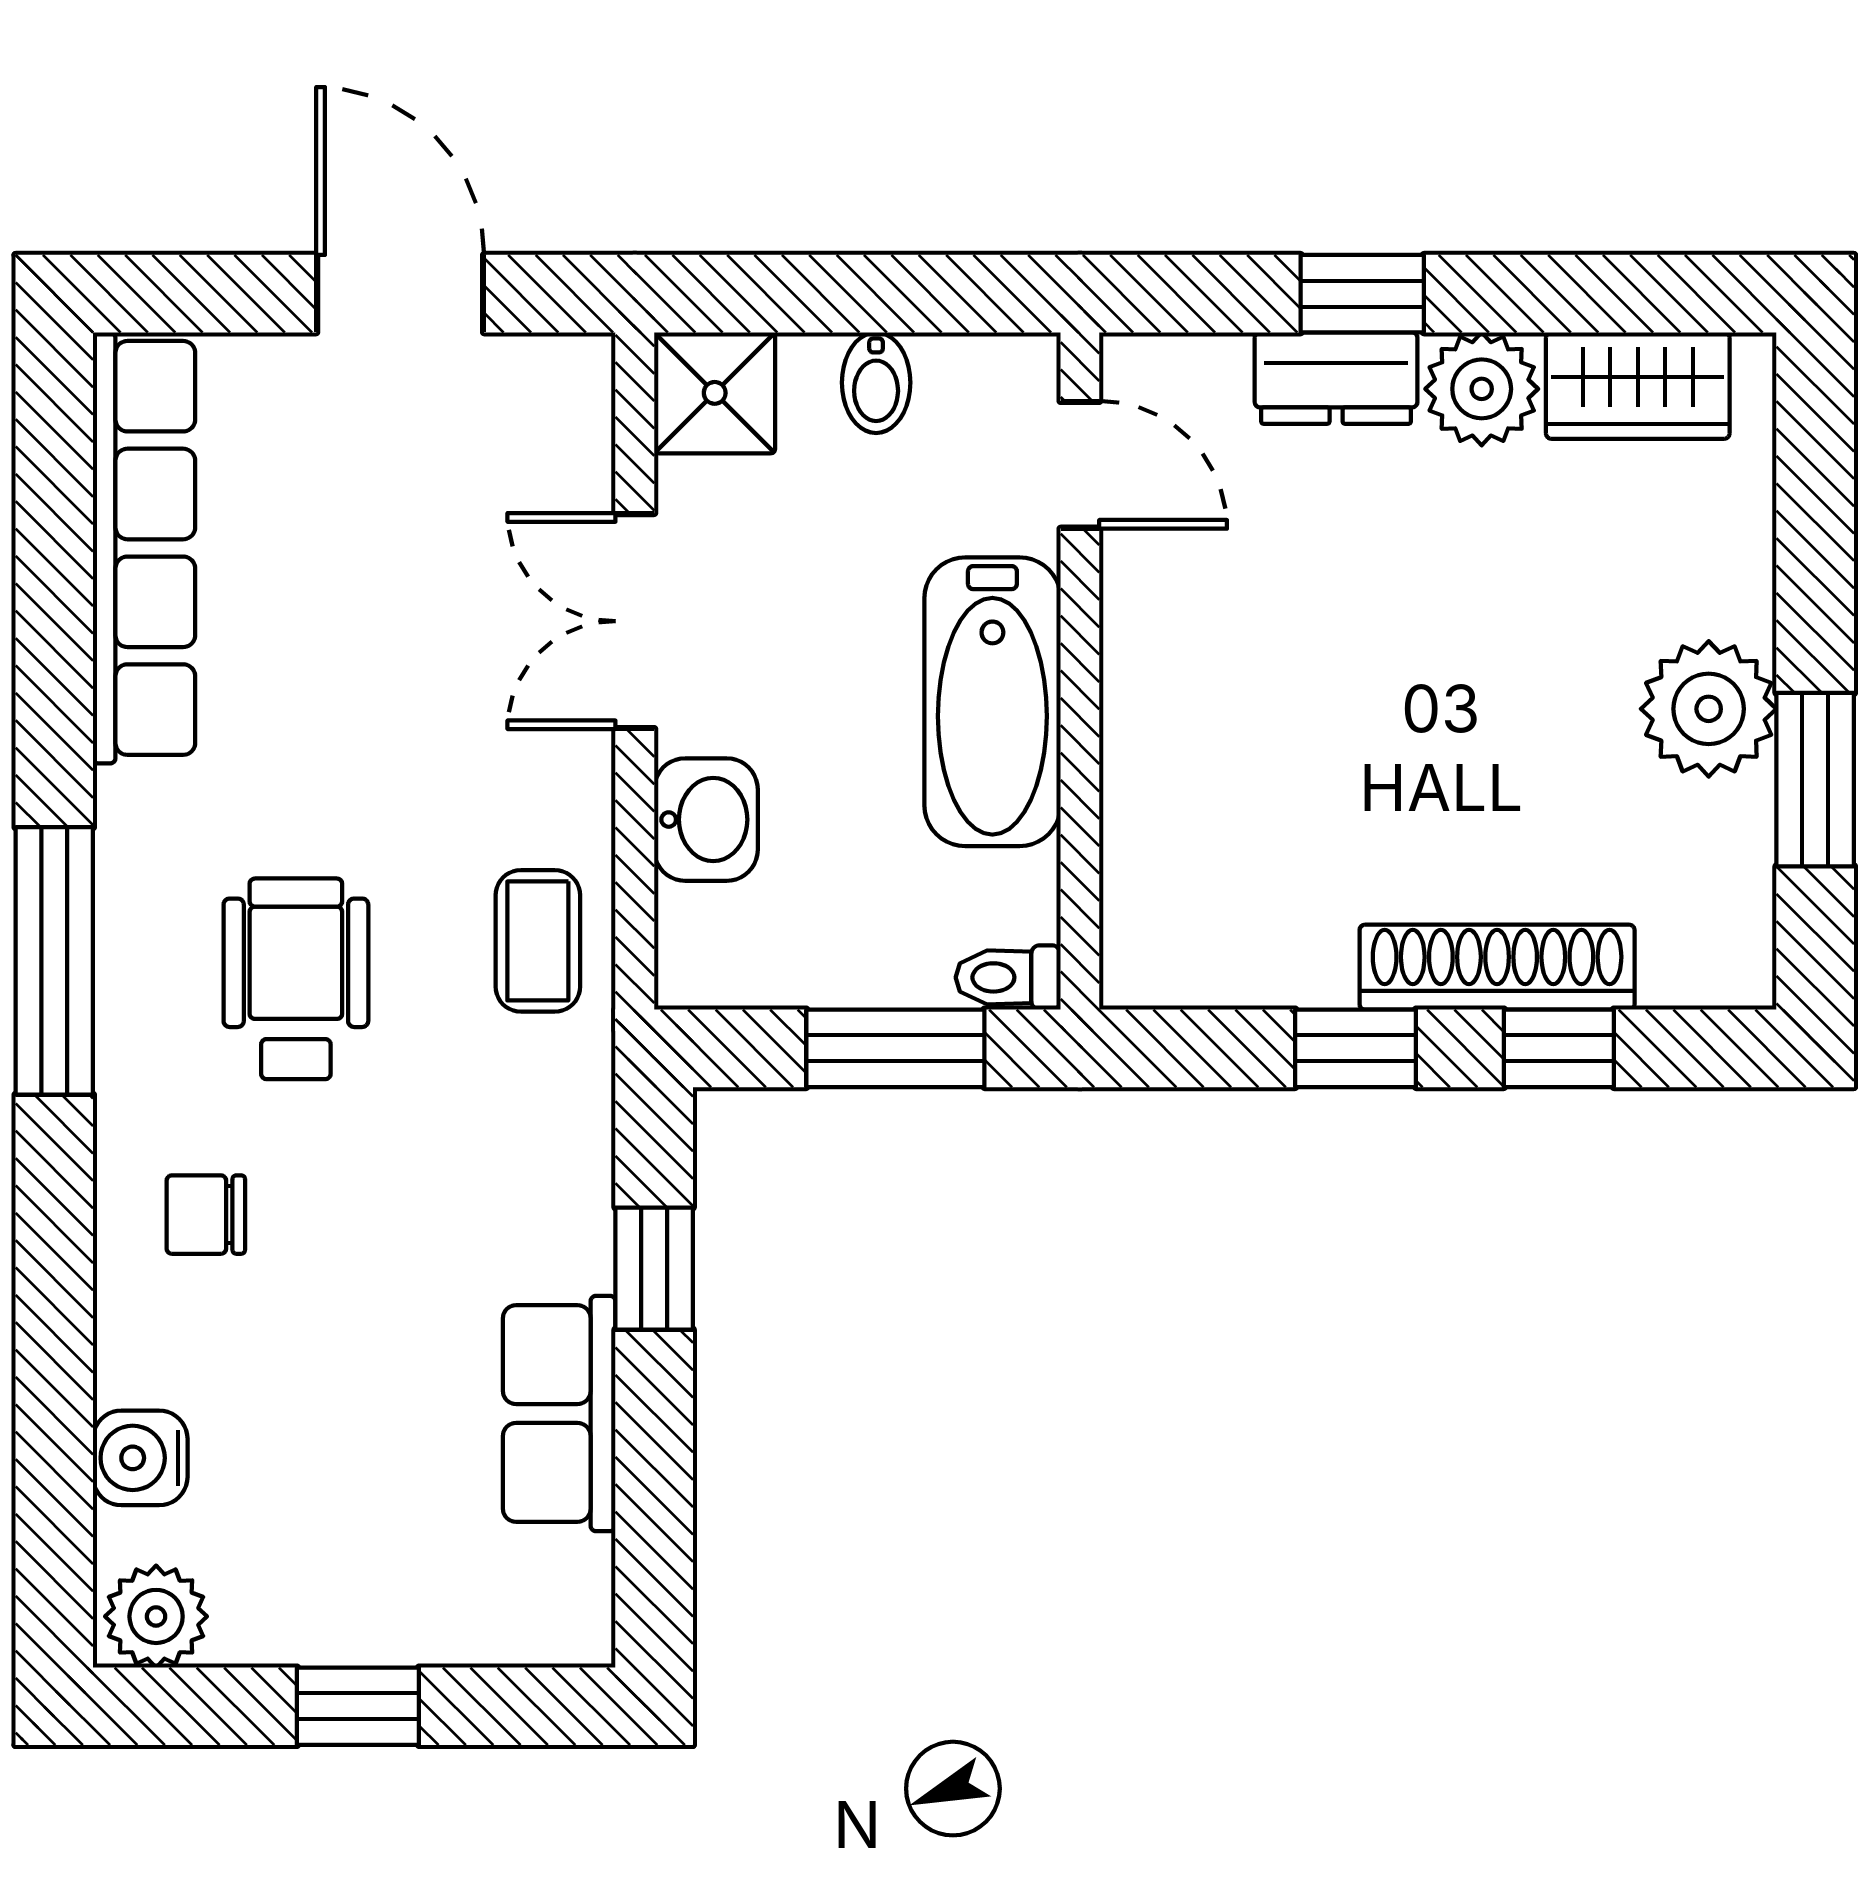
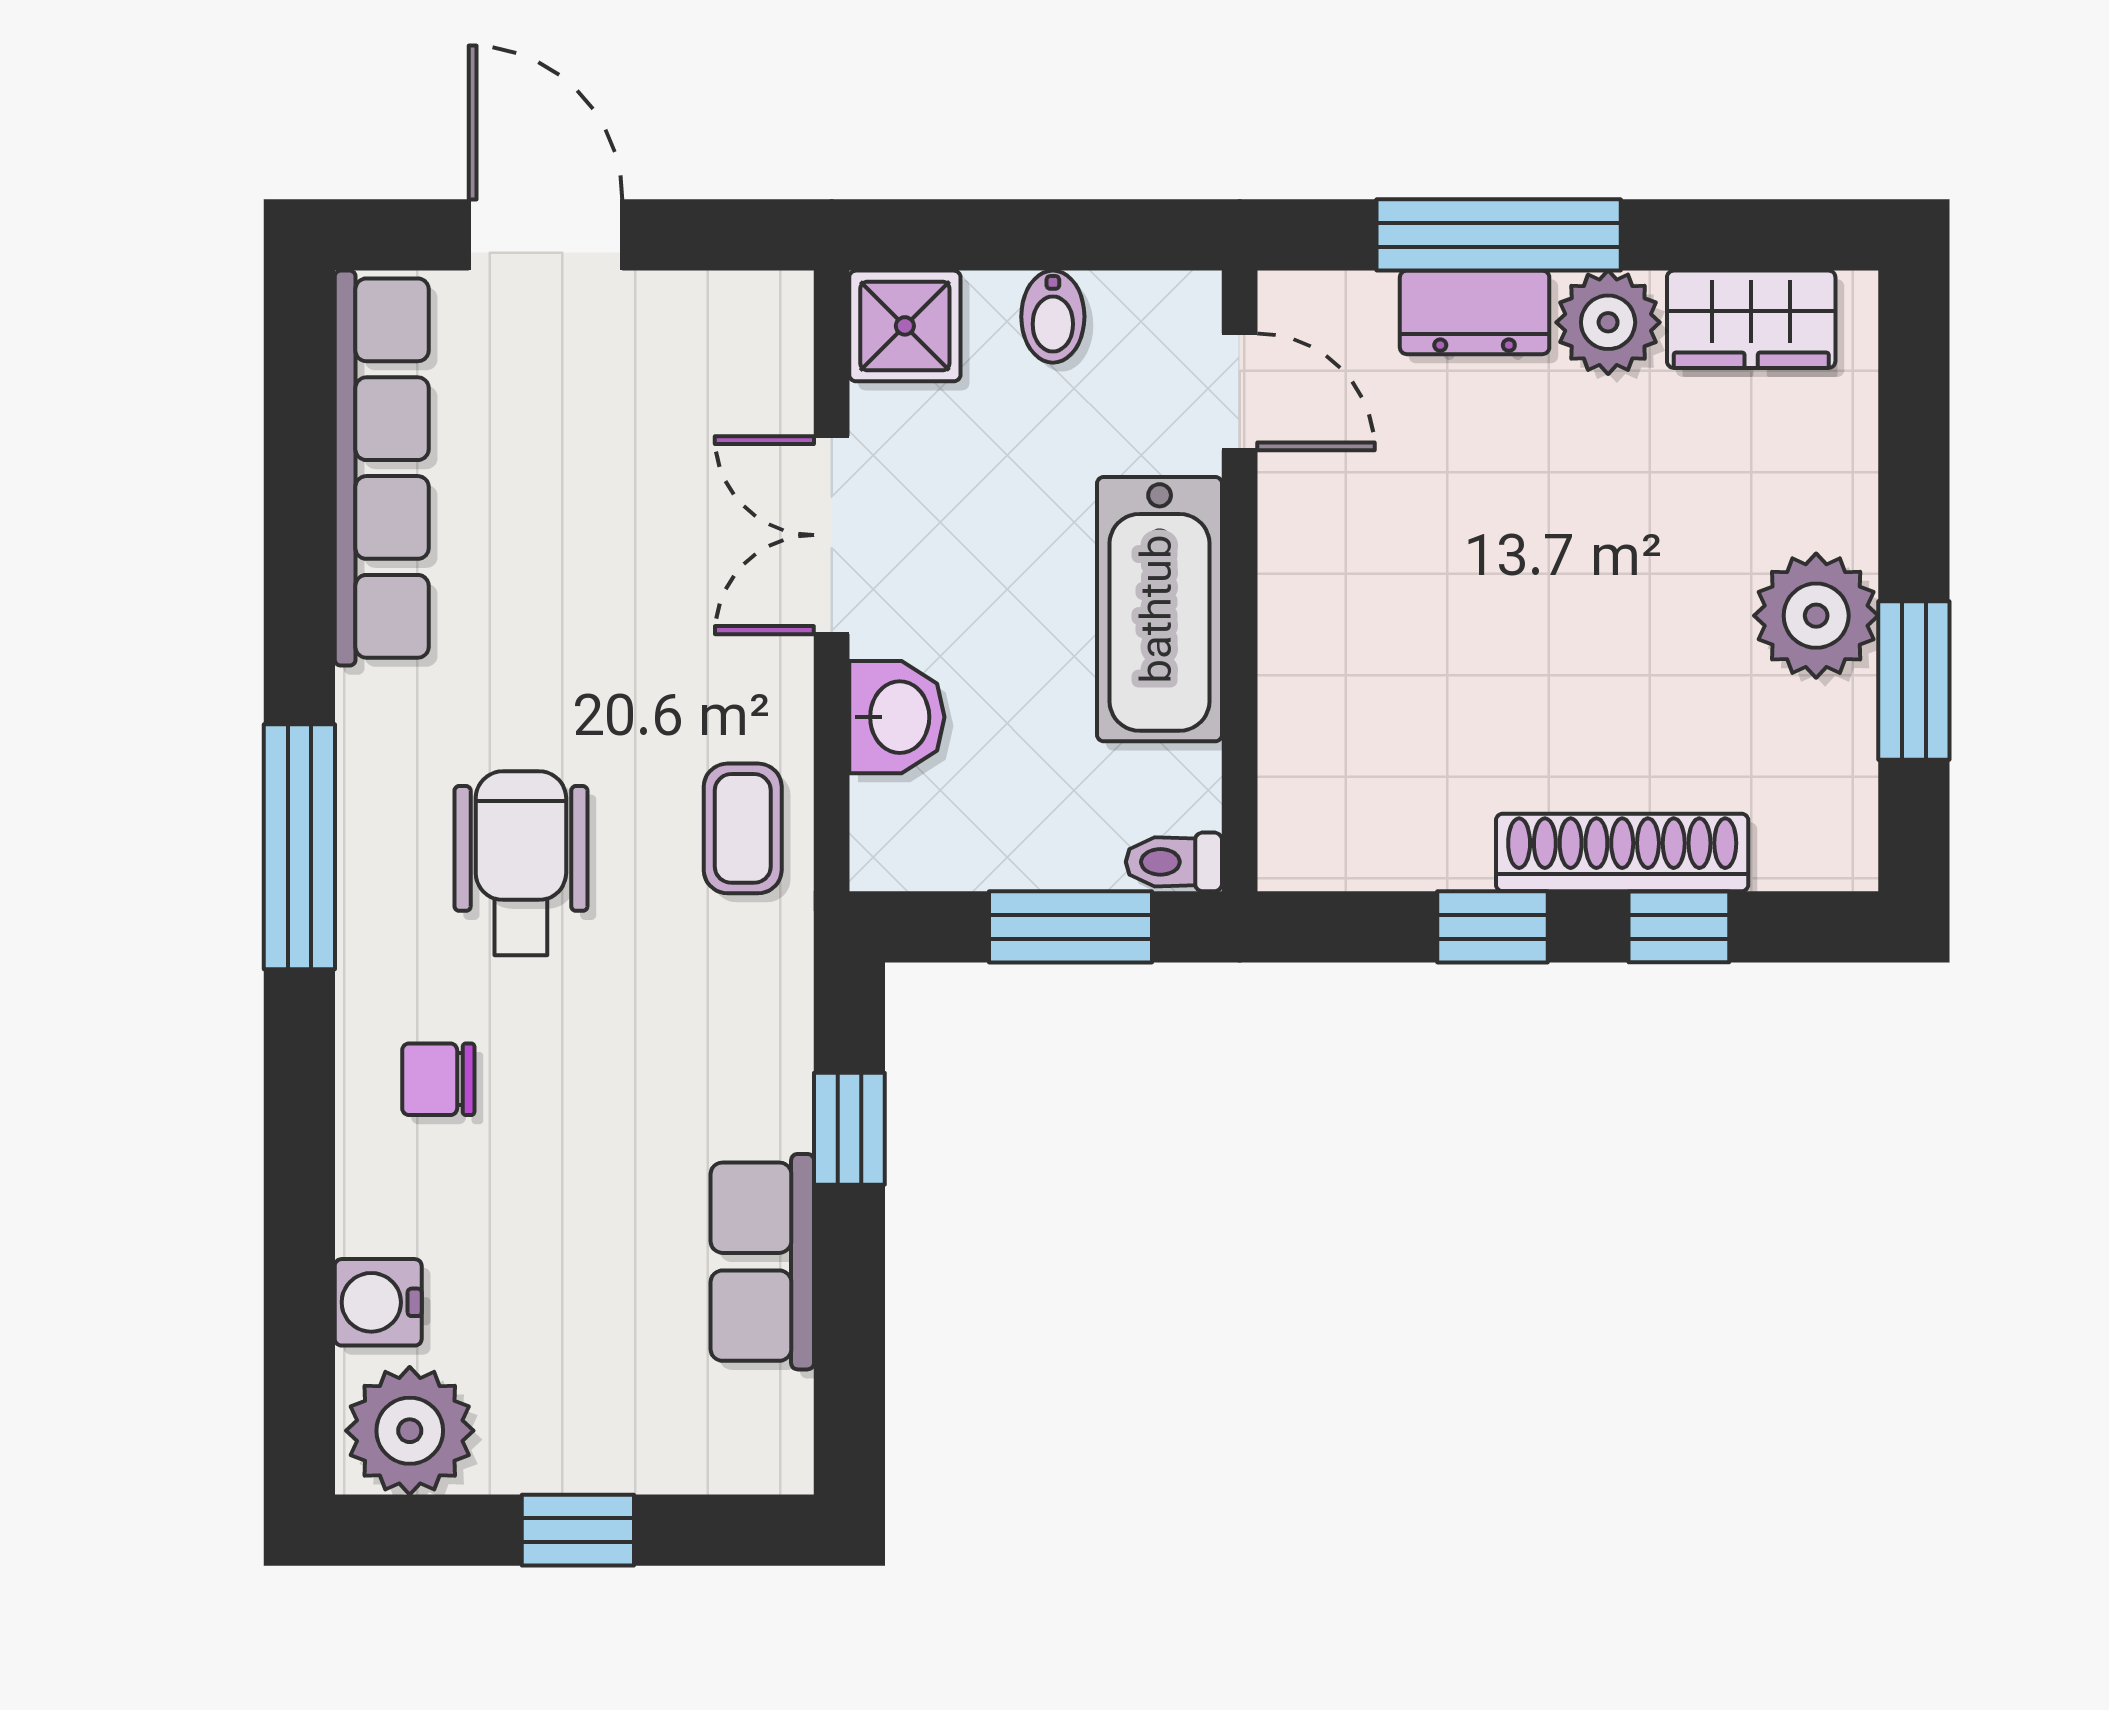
door: (400, 294) -> (546, 235), moved
window: (1362, 294) -> (1499, 235), width x2.17
plant: (156, 1616) -> (410, 1431), width x1.36, depth x1.36

